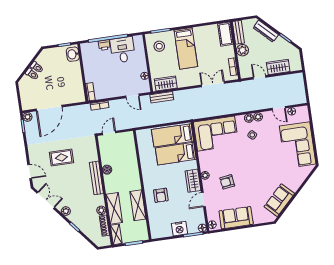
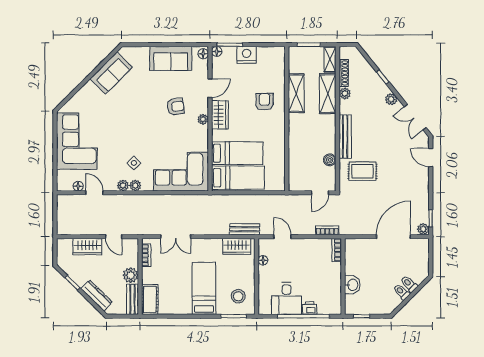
washbasin: (73, 54) -> (352, 285), moved
rug: (61, 158) -> (362, 171), moved
boiler: (107, 170) -> (330, 160), moved

